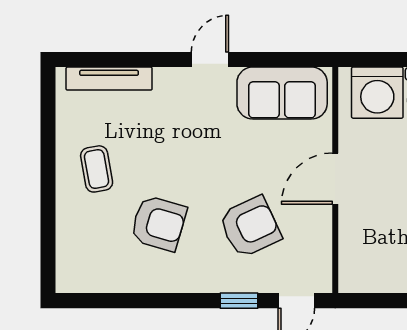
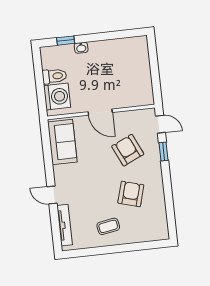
door: (210, 60) -> (52, 195), moved

